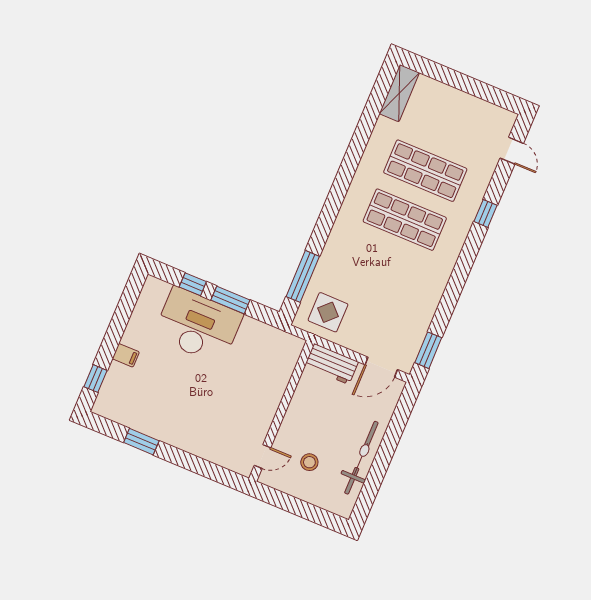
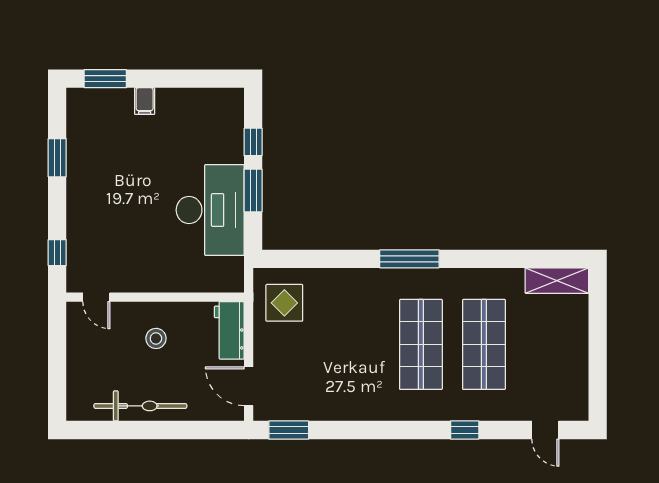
door: (512, 151) -> (545, 430), hinge flipped
window: (303, 276) -> (409, 259), moved
desk: (198, 326) -> (210, 210), moved
window: (96, 379) -> (105, 79), width x1.50
stool: (309, 462) -> (156, 338), moved
window: (215, 473) -> (57, 253), added

